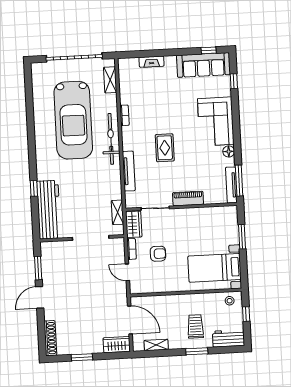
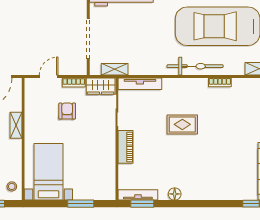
corner sofa: (216, 121) -> (208, 182), removed
tv unit: (129, 171) -> (140, 84), moved
window: (239, 181) -> (142, 204), width x0.69
armchair: (158, 254) -> (67, 111), turned 180
shelving: (173, 300) -> (16, 125), added

